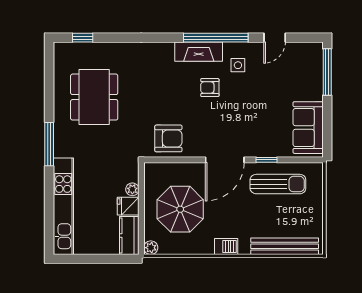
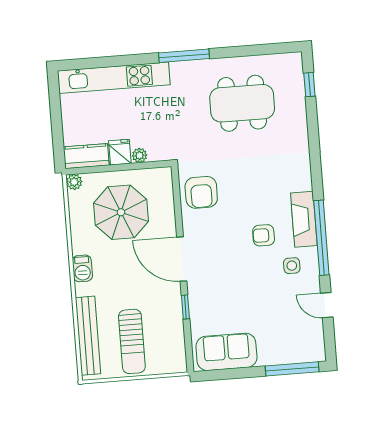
armchair: (210, 88) -> (264, 235), turned -90
sun lounger: (278, 184) -> (132, 341), moved

